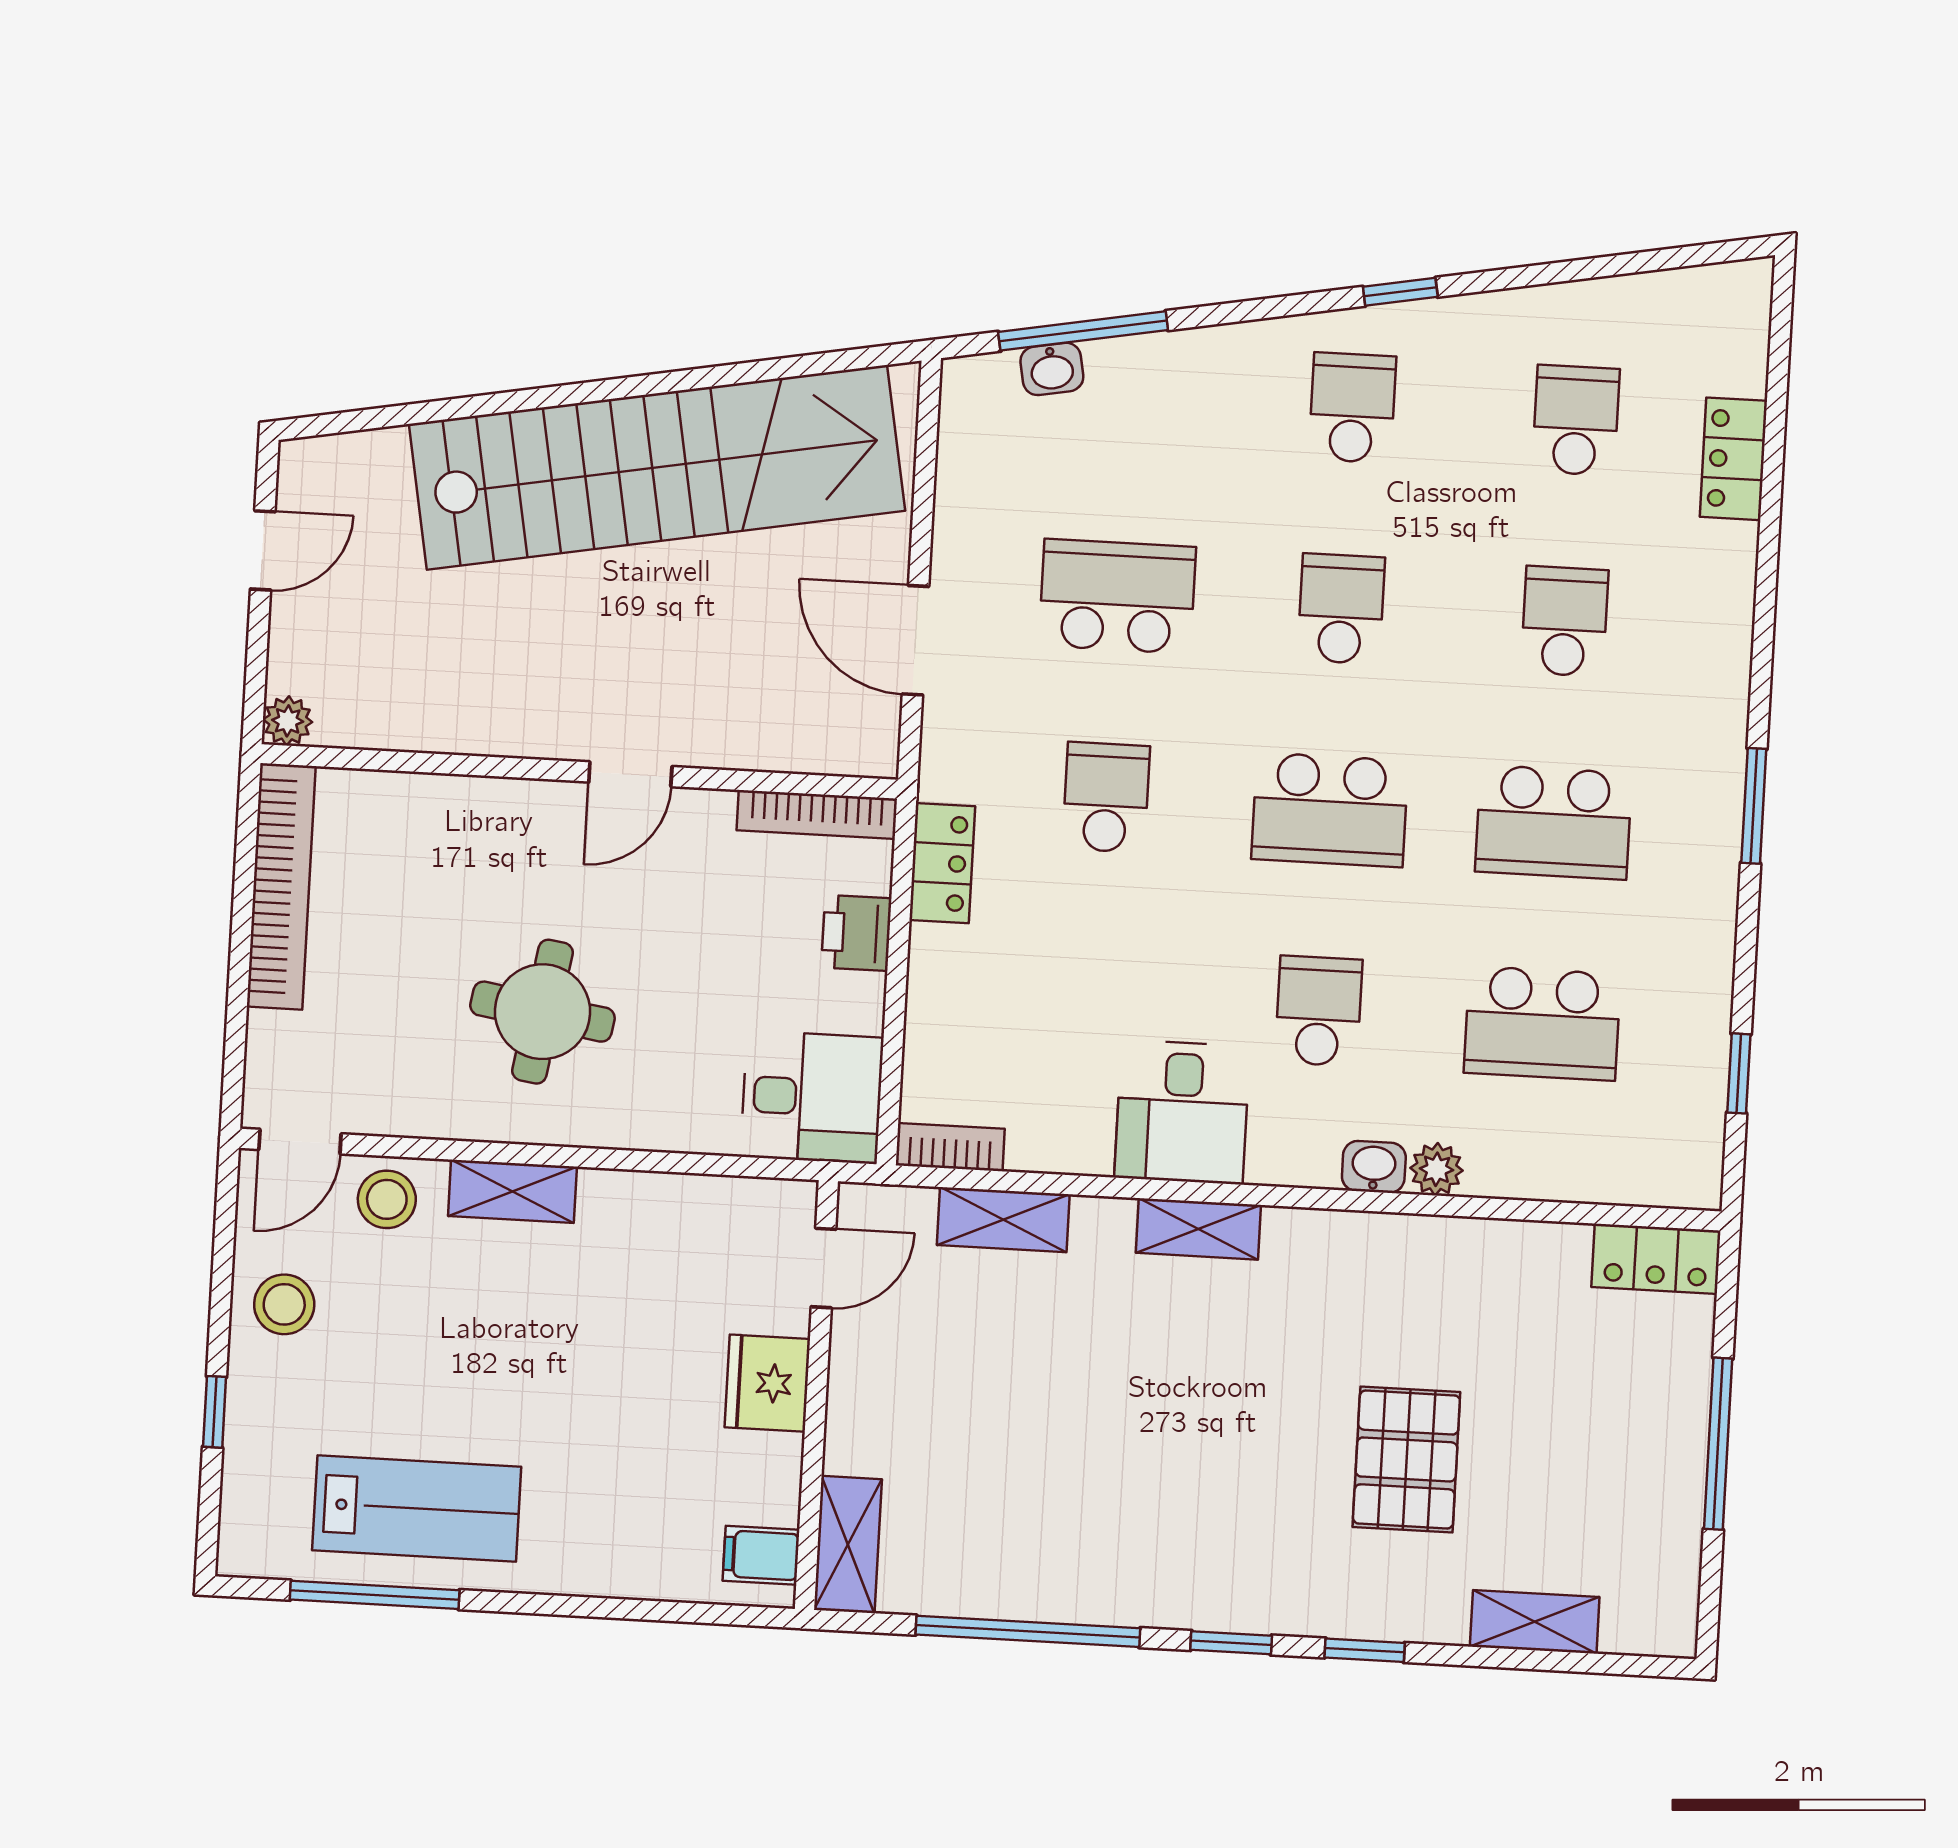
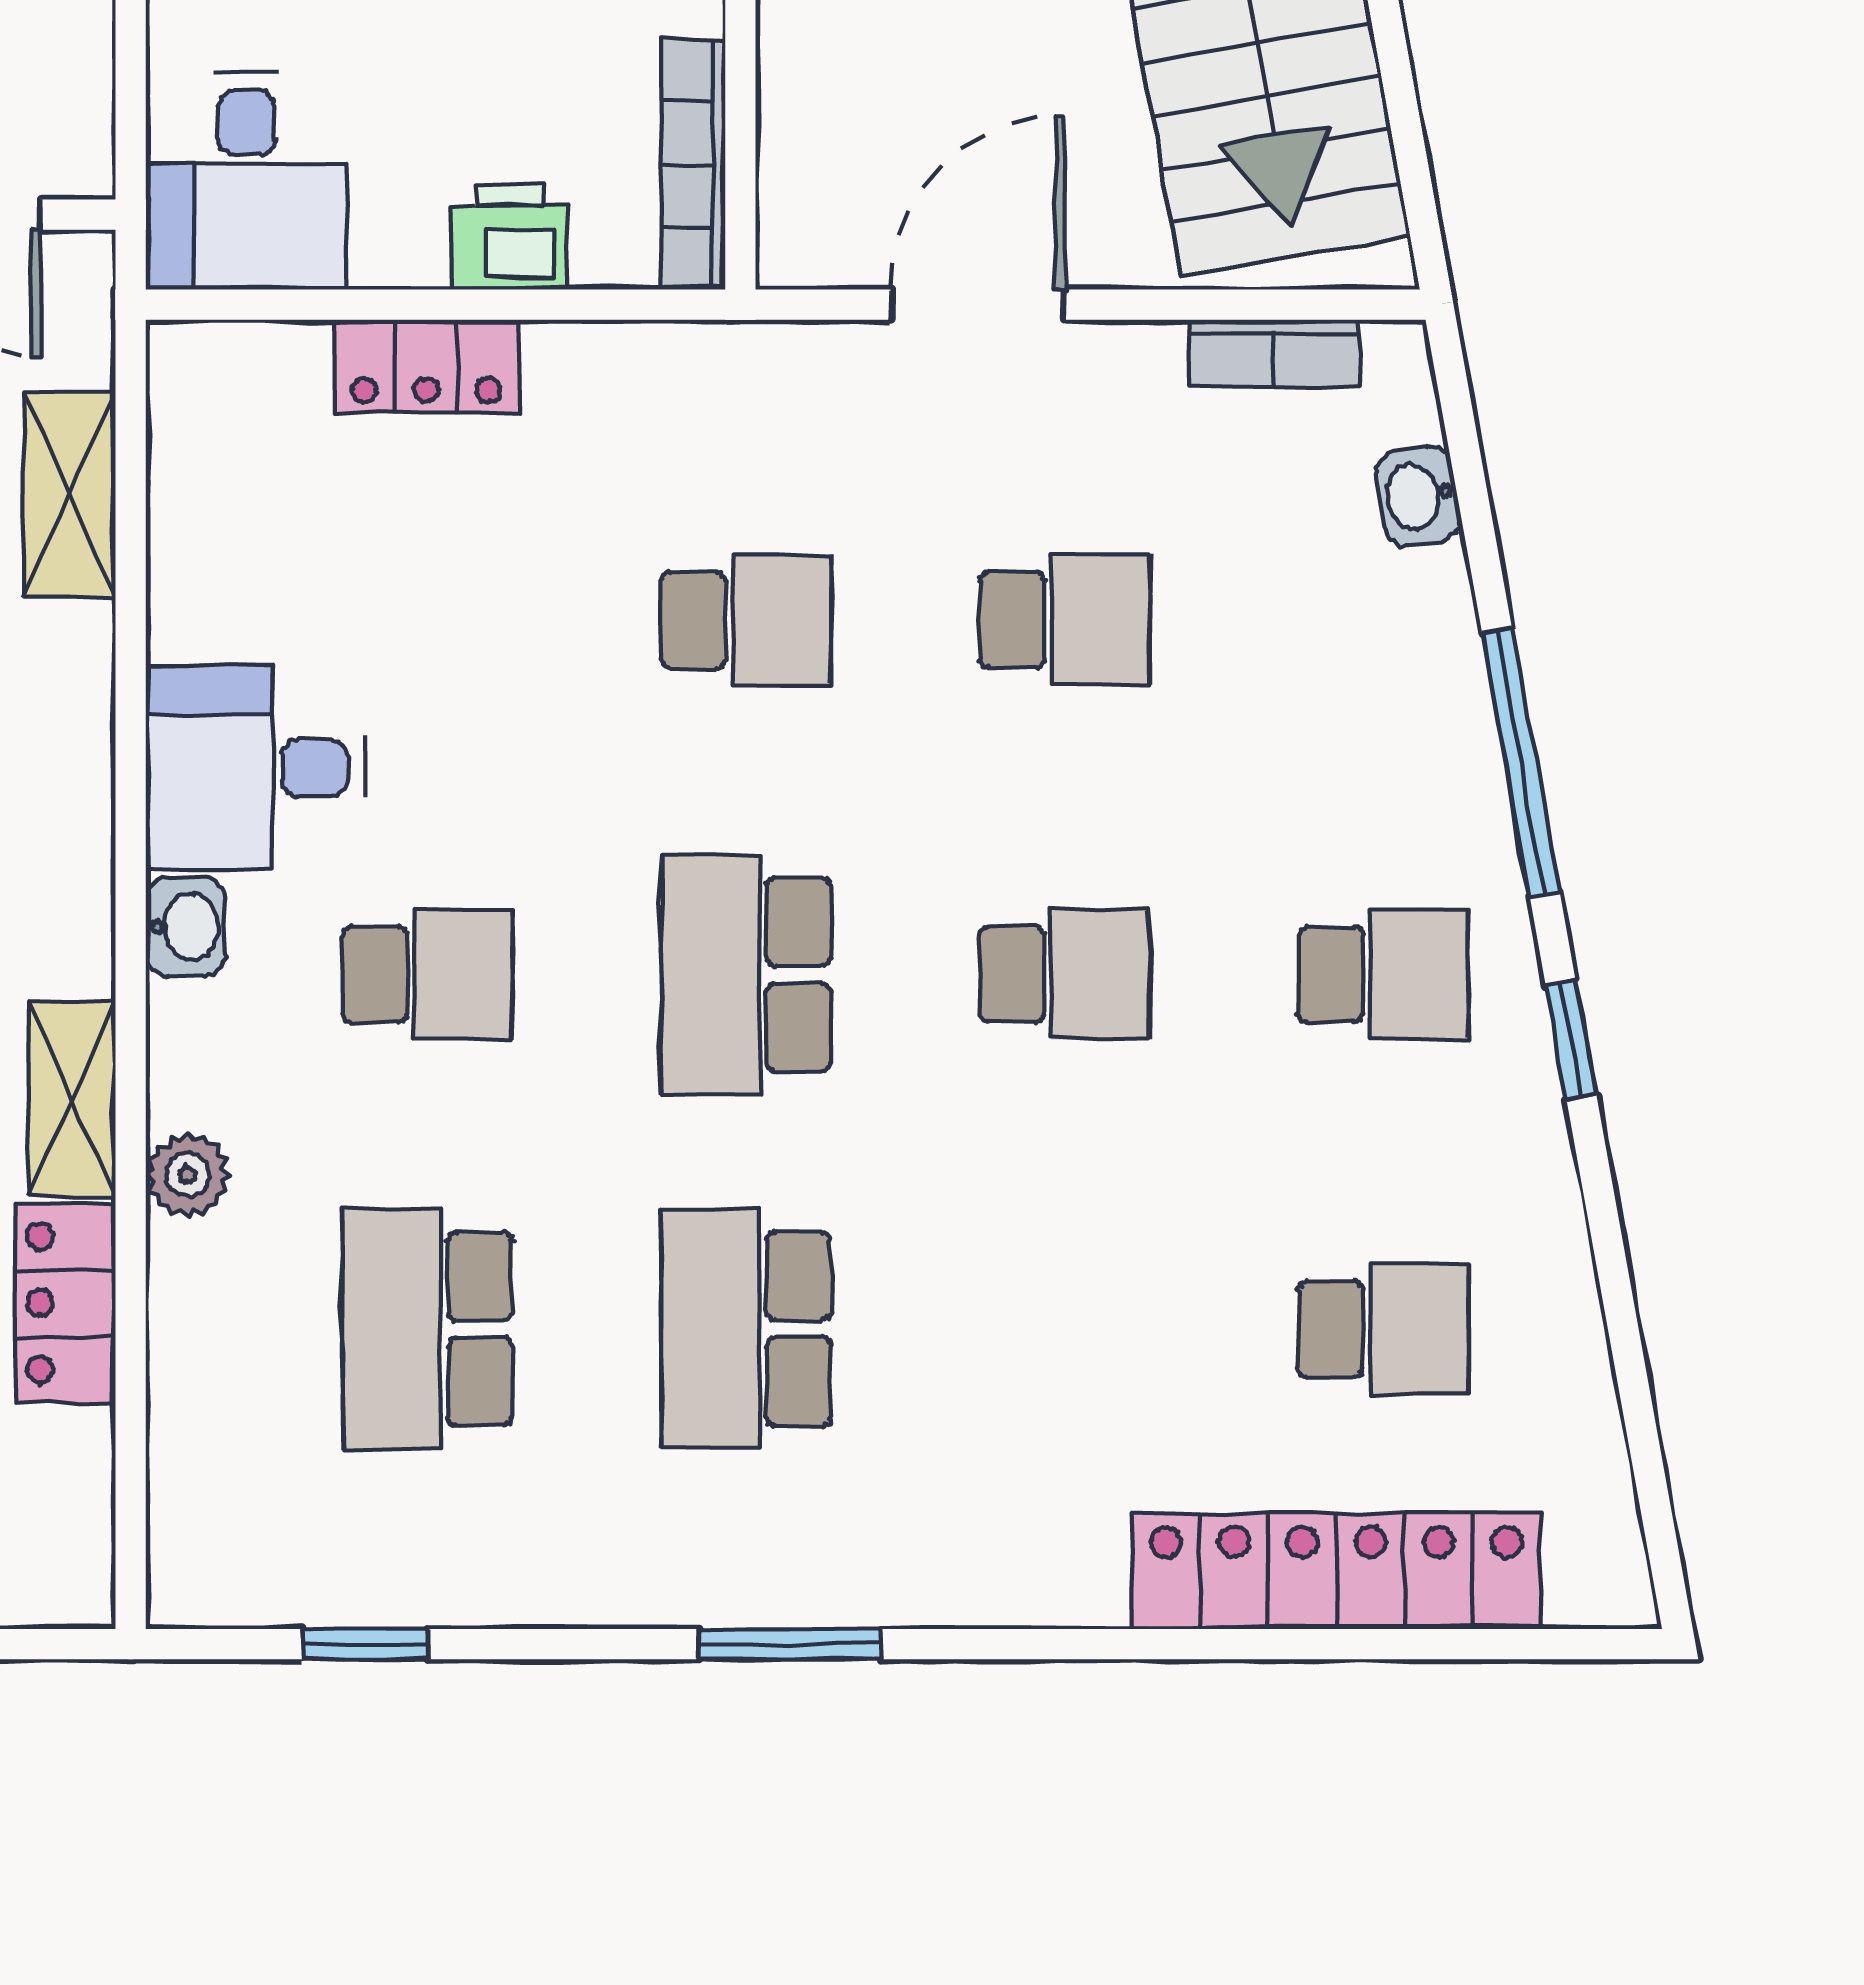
window: (1083, 331) -> (1521, 762), moved
locker: (1733, 459) -> (1336, 1571), width x2.16, depth x1.21
school desk: (1117, 596) -> (1065, 620), width x0.54
school desk: (1565, 621) -> (1065, 1329), removed
locker: (942, 863) -> (426, 367), moved
bookcase: (950, 1147) -> (1273, 353), moved, turned 90
washbasin: (1374, 1167) -> (186, 927), moved
shelving: (1198, 1229) -> (72, 1099), moved
locker: (1656, 1259) -> (65, 1303), moved

